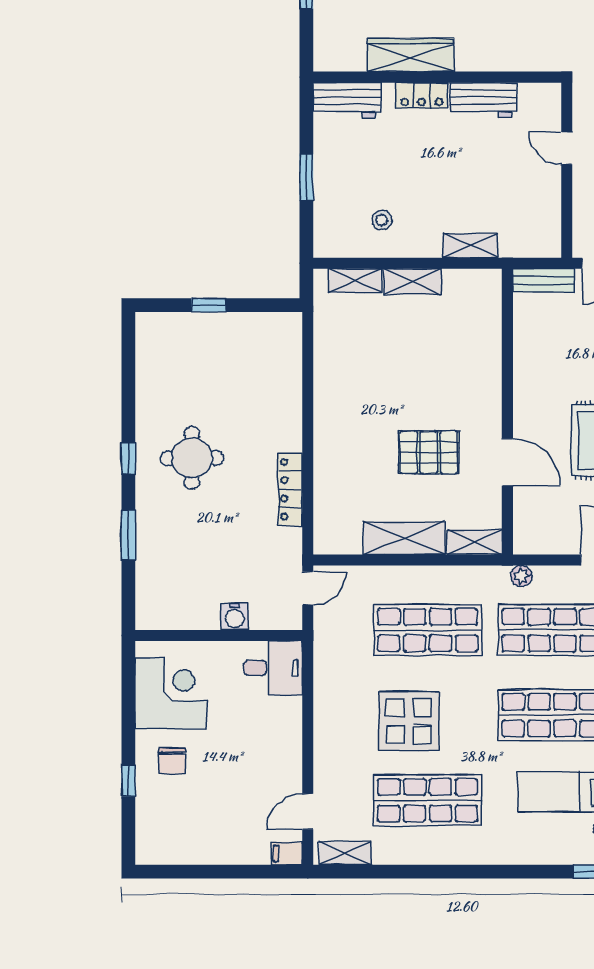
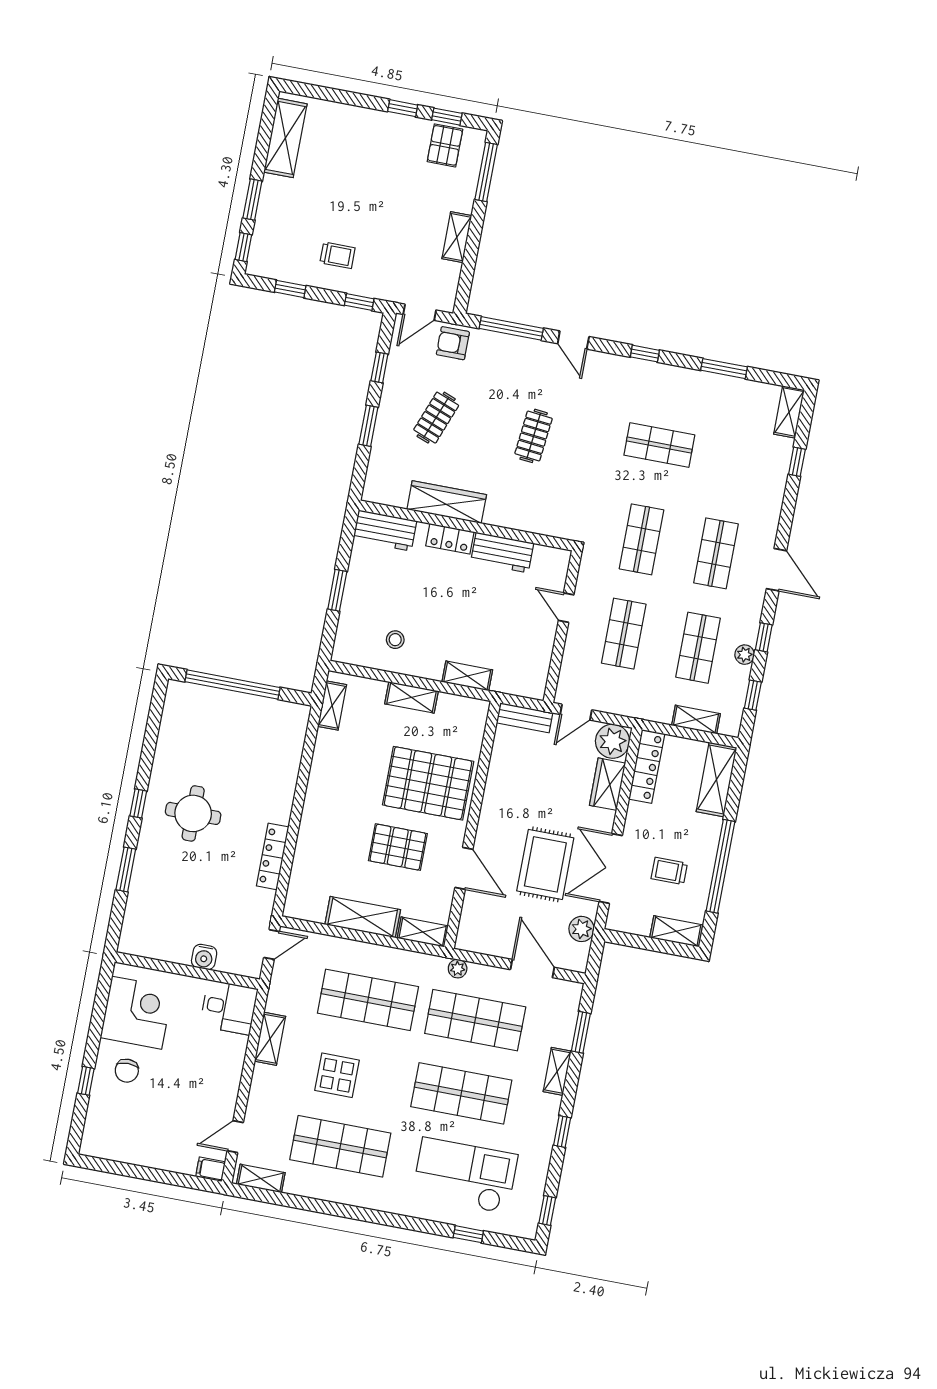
shelving: (355, 281) -> (332, 705), moved, turned 90
window: (209, 305) -> (232, 685), width x3.17
pallet: (449, 374) -> (428, 783), added
shelving: (326, 694) -> (270, 1039), added
display table: (409, 721) -> (337, 1075), width x0.73, depth x0.73

